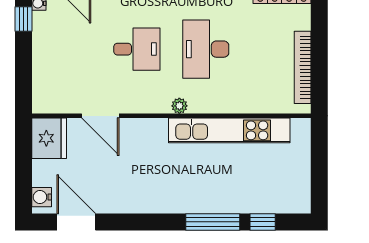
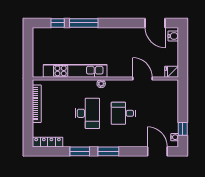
fridge: (49, 138) -> (172, 72), width x0.53, depth x0.75

